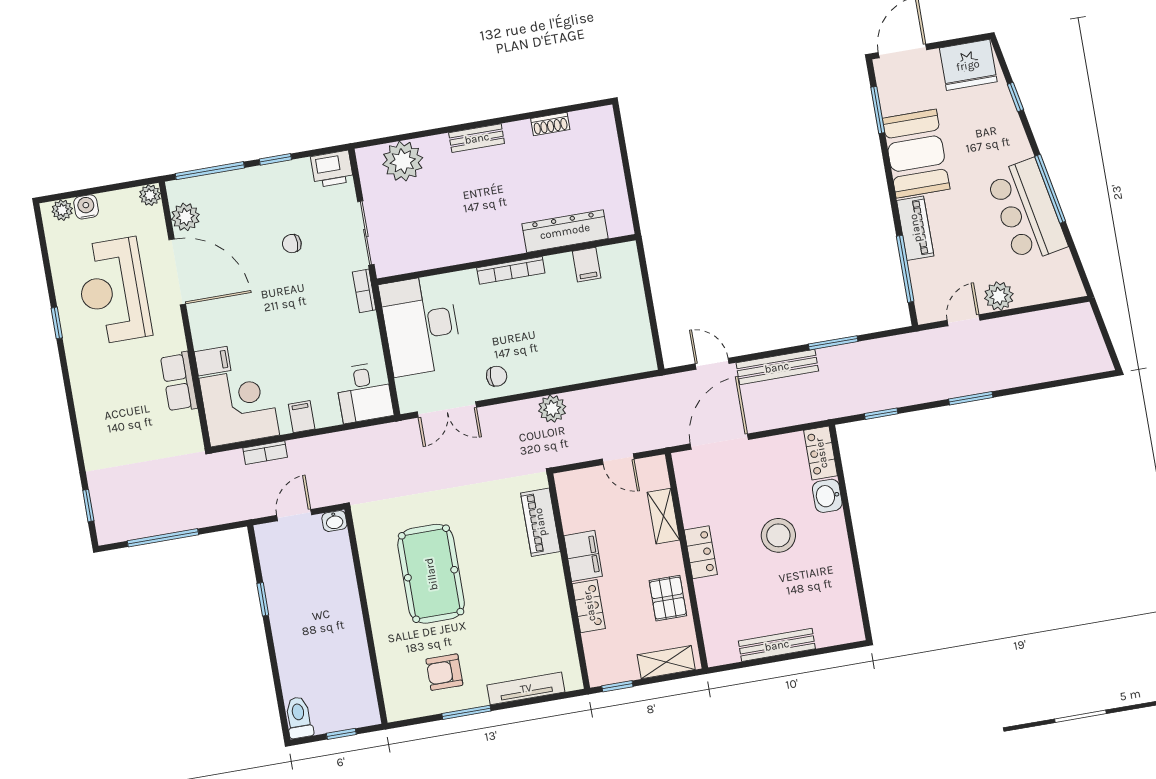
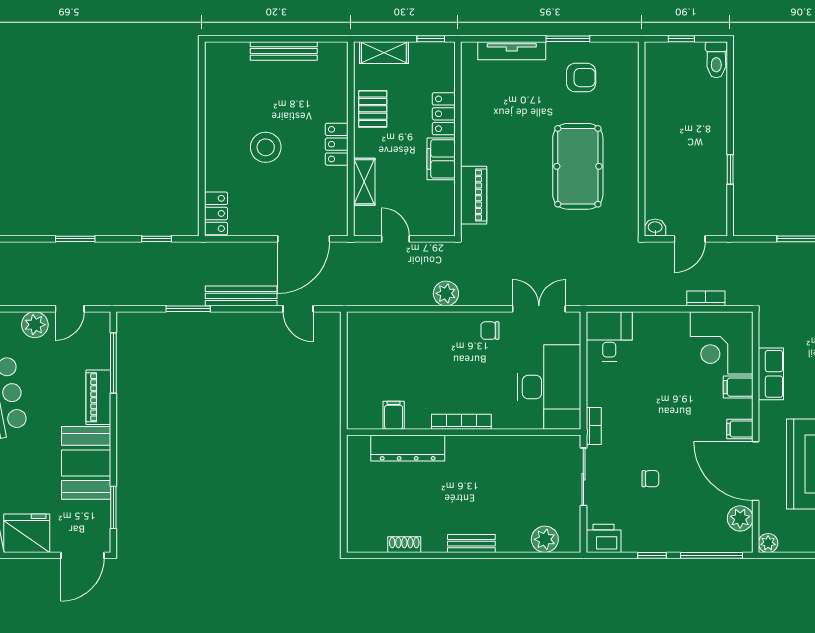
plant: (403, 161) -> (545, 539), width x0.73, depth x0.73
filing cabinet: (302, 417) -> (740, 429), moved, turned 90
washbasin: (827, 496) -> (217, 175), removed

